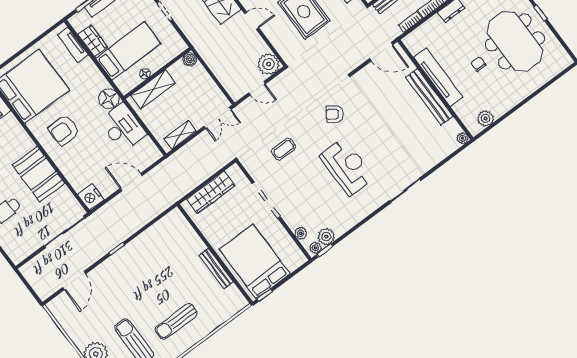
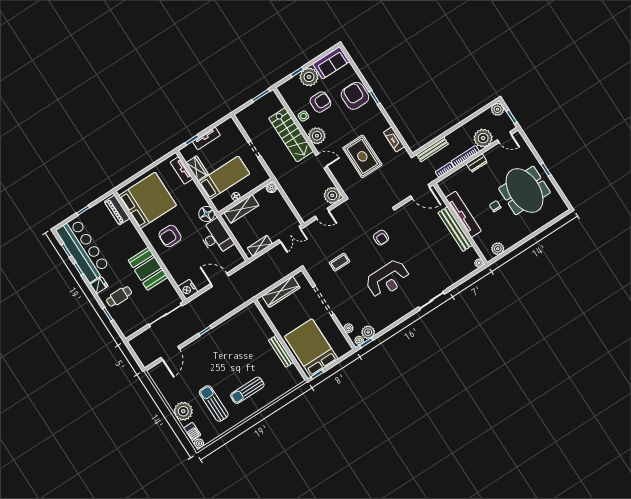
armchair: (335, 114) -> (381, 238), turned -125
reception desk: (347, 167) -> (388, 279), turned 90

